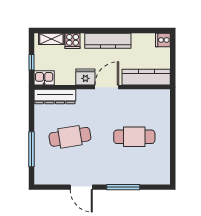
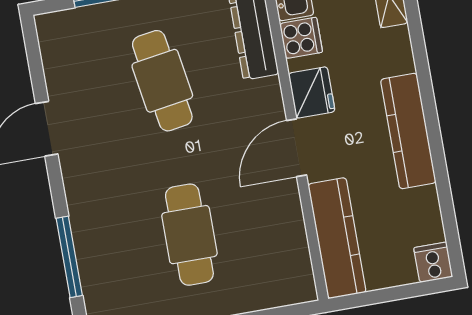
cooker: (73, 41) -> (301, 38), moved, turned 180
door: (107, 87) -> (297, 148), swing flipped
window: (123, 187) -> (69, 257), moved

